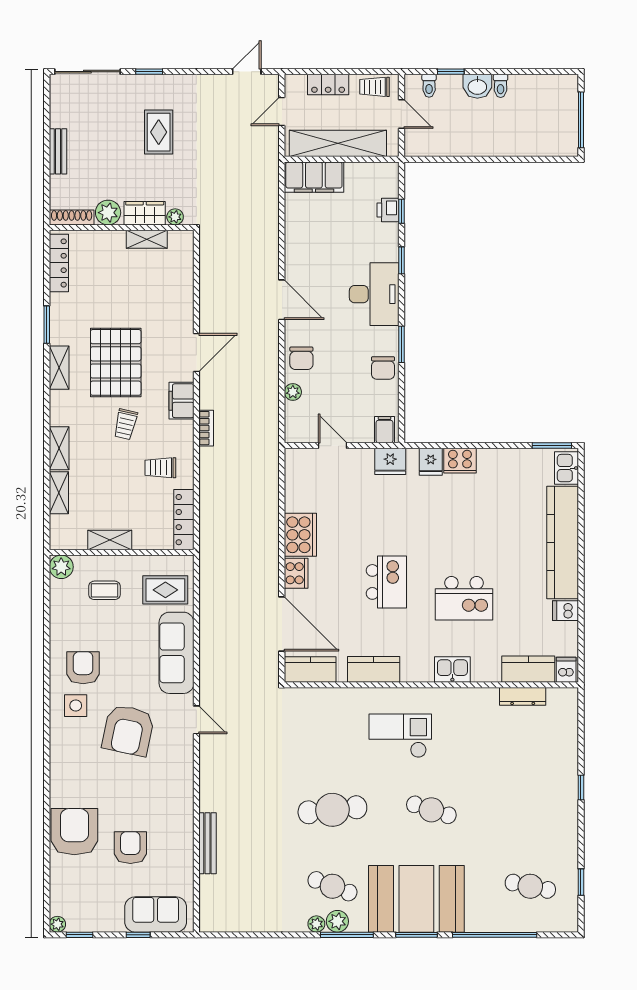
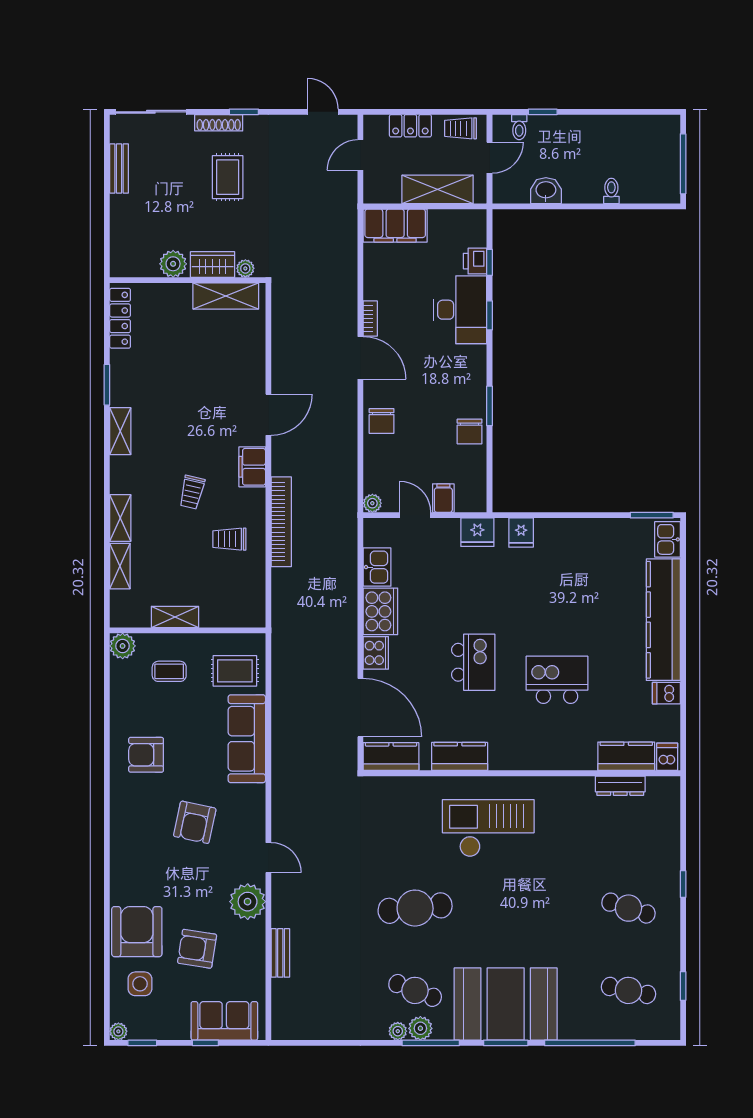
window: (149, 72) -> (244, 112), moved
door: (247, 72) -> (323, 112), hinge flipped
washbasin: (477, 86) -> (546, 191), moved, turned 180
toilet: (501, 86) -> (611, 191), moved, turned 180
door: (401, 114) -> (490, 158), hinge flipped
shelving: (338, 143) -> (438, 189), width x0.68
bench: (58, 151) -> (119, 169), moved
shoe rack: (72, 217) -> (219, 123), moved, turned 180
shelving: (147, 239) -> (226, 296), width x1.50, depth x1.33
bookcase: (291, 263) -> (370, 319), added
desk: (374, 294) -> (460, 310), moved
pallet: (116, 362) -> (181, 425), removed
plant: (293, 392) -> (372, 503), moved
bookcase: (206, 428) -> (281, 522), width x2.31, depth x1.31
filing cabinet: (384, 430) -> (443, 498), moved
cooker: (460, 461) -> (553, 531), removed
locker: (184, 520) -> (255, 595), removed
kitchen island: (464, 598) -> (557, 680), turned 180
armchair: (83, 668) -> (146, 755), turned -90
kitchen sink: (452, 669) -> (377, 567), moved, turned 90
side table: (76, 706) -> (140, 984), moved
door: (196, 720) -> (268, 858), moved
armchair: (128, 730) -> (195, 822), width x0.73, depth x0.73
checkout: (400, 736) -> (488, 828), width x1.36, depth x1.21
plant: (177, 804) -> (248, 902), added
cafe table: (431, 810) -> (628, 908), moved
bench: (207, 843) -> (280, 953), width x0.73
armchair: (130, 848) -> (197, 949), turned -81

